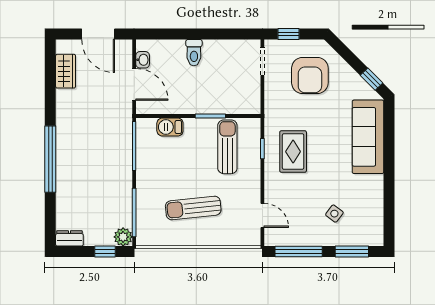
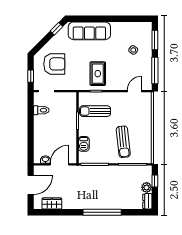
toilet: (194, 53) -> (41, 110), moved
rug: (293, 152) -> (98, 74), turned 90
sun lounger: (193, 208) -> (123, 142), moved
plant: (123, 237) -> (147, 187), moved

